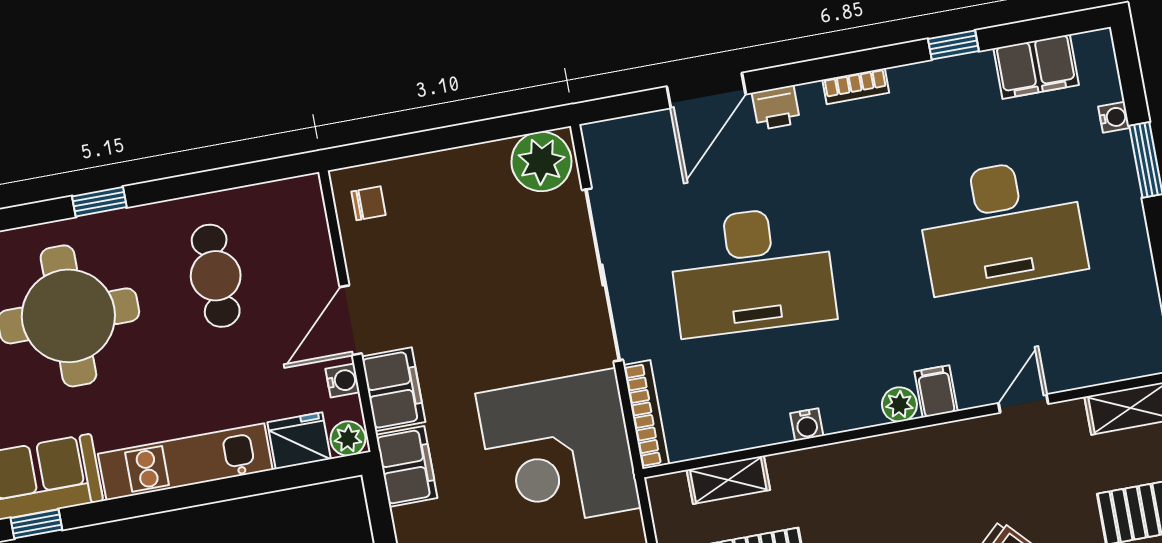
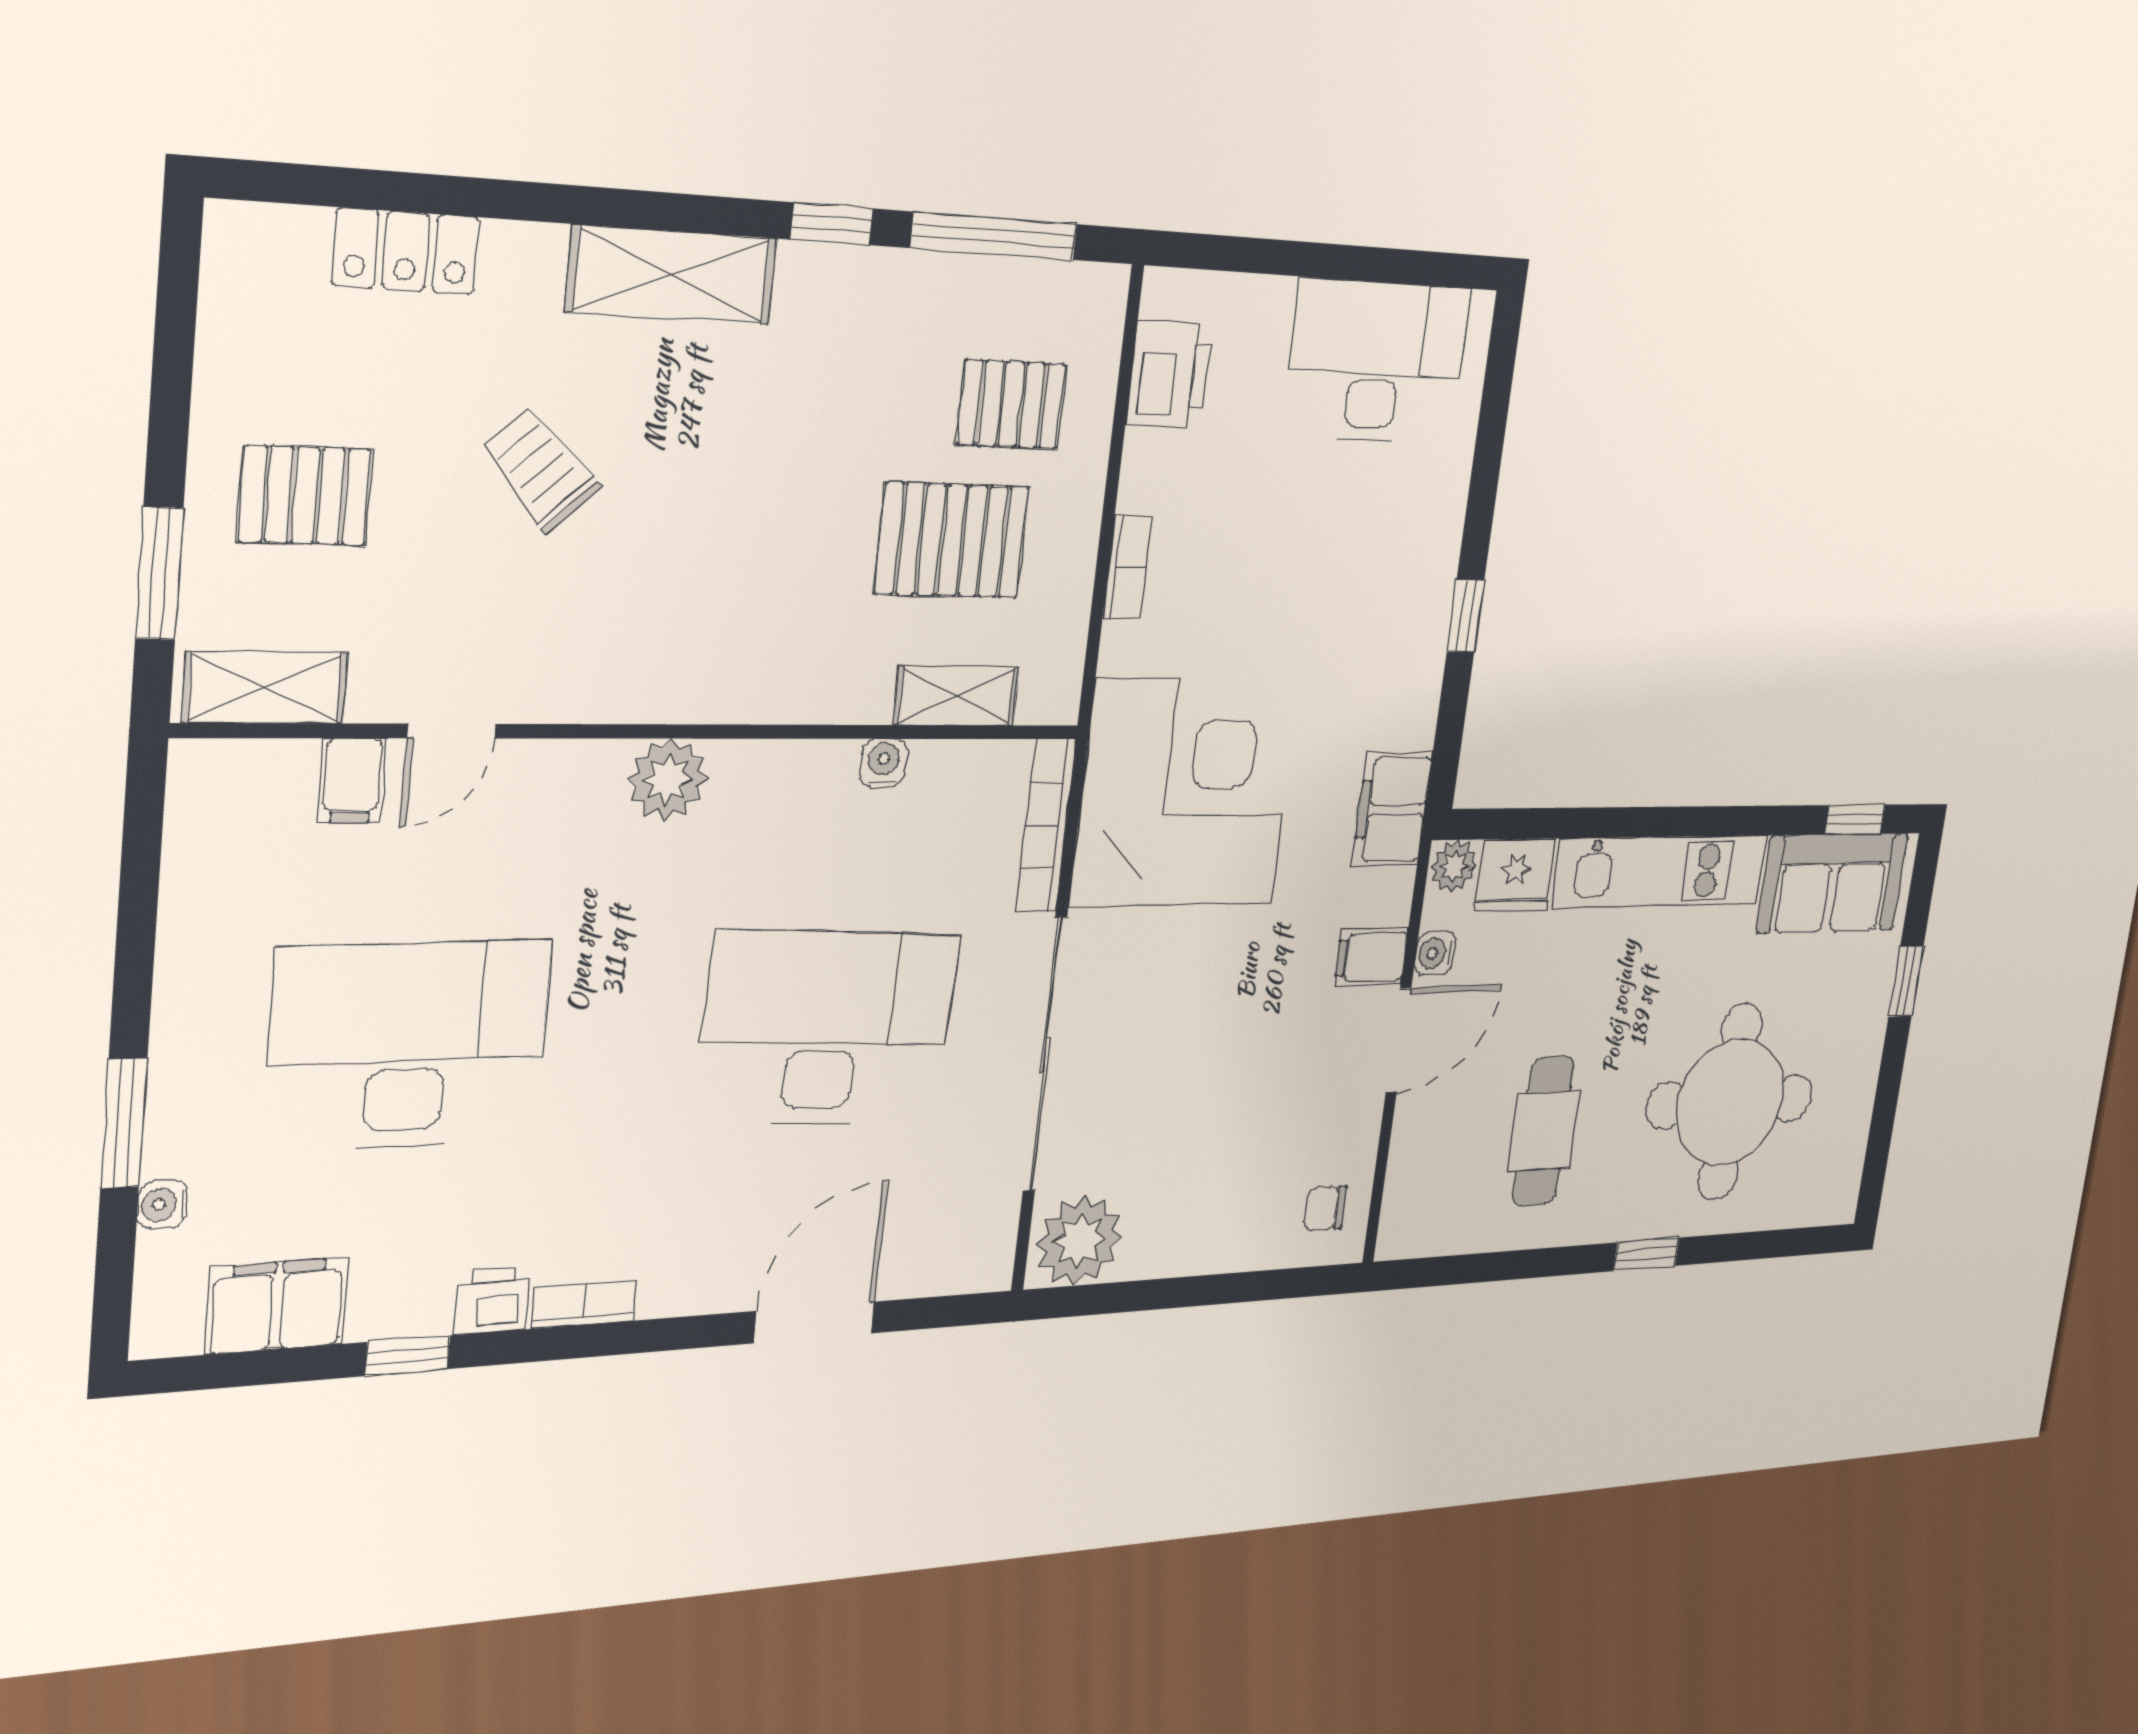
printer: (776, 108) -> (492, 1301), moved
filing cabinet: (393, 389) -> (1371, 957), width x0.50
filing cabinet: (936, 391) -> (352, 780), moved
plant: (899, 404) -> (667, 780), width x1.38, depth x1.38
water cooler: (807, 425) -> (883, 763), moved

